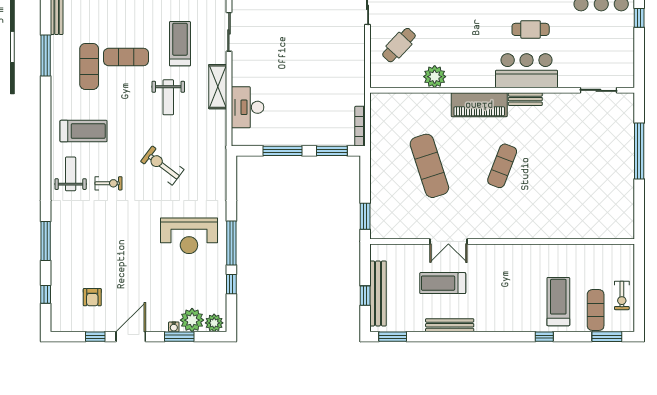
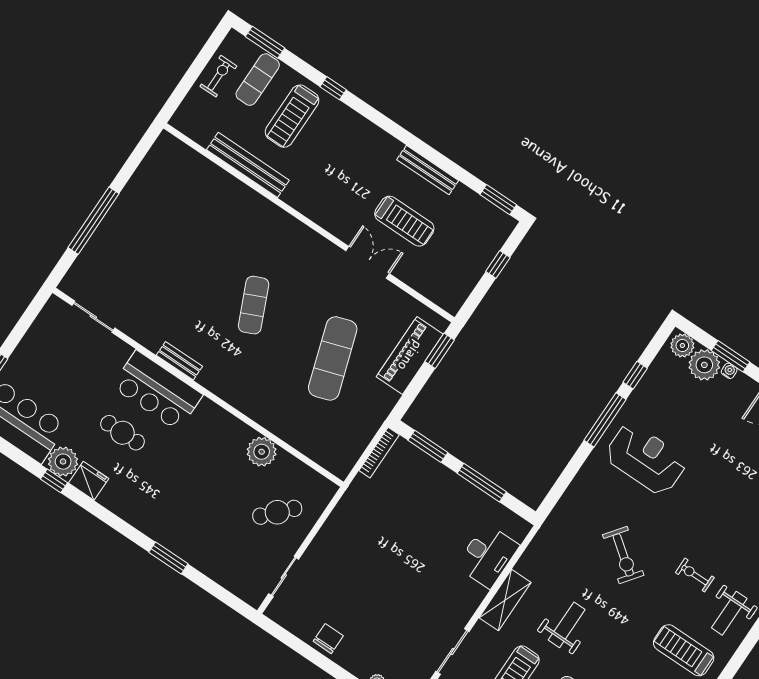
piano: (479, 105) -> (410, 356), moved, turned -90
exercise mat: (502, 166) -> (254, 305), turned -45
bench: (378, 293) -> (248, 165), moved, turned 90

